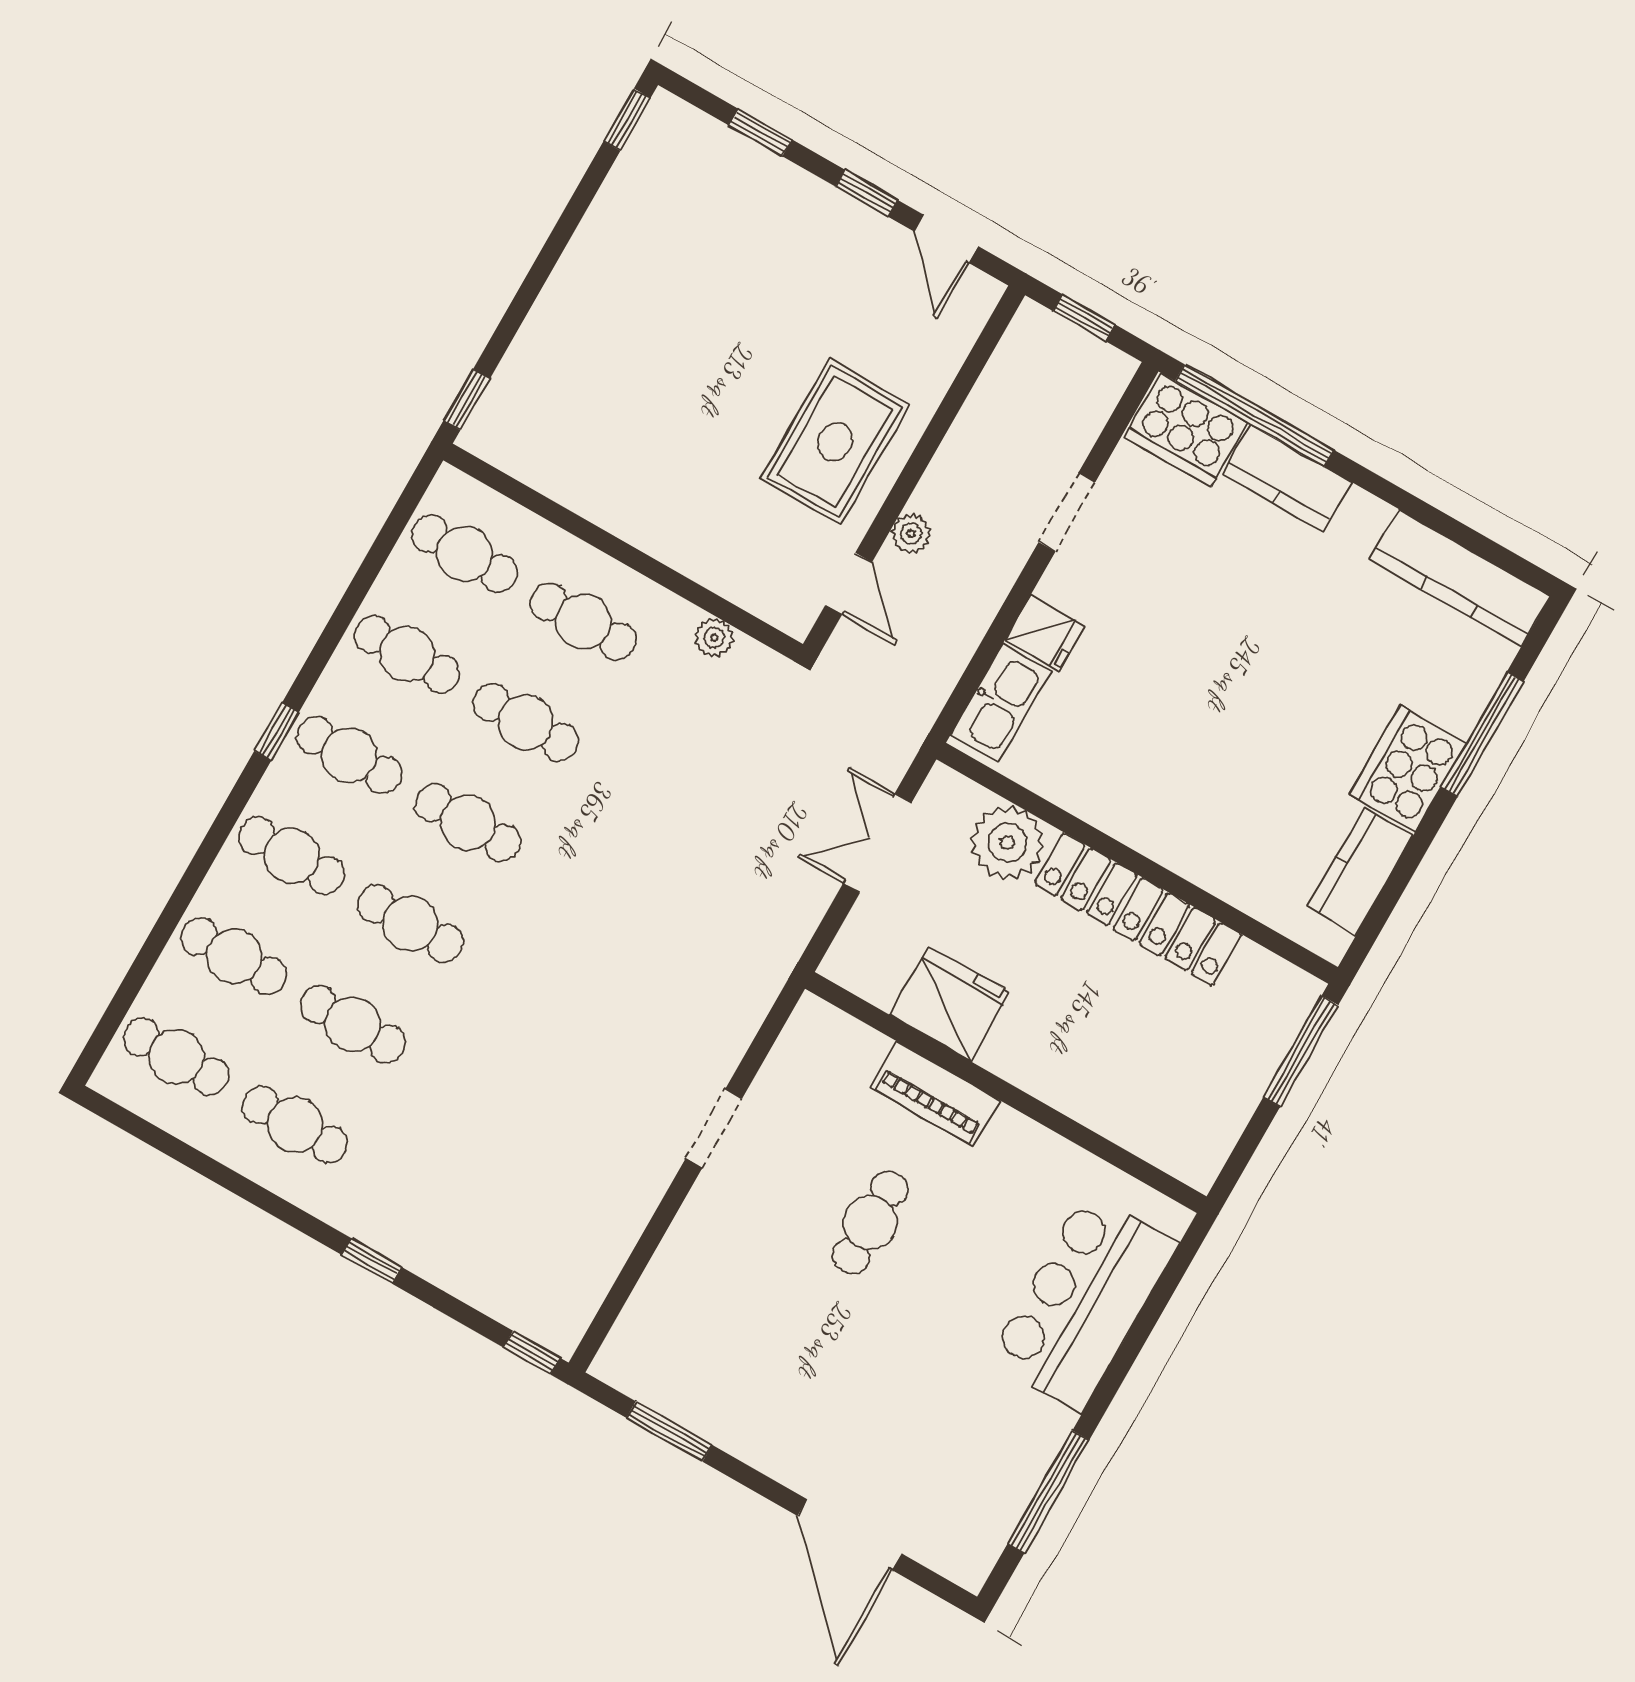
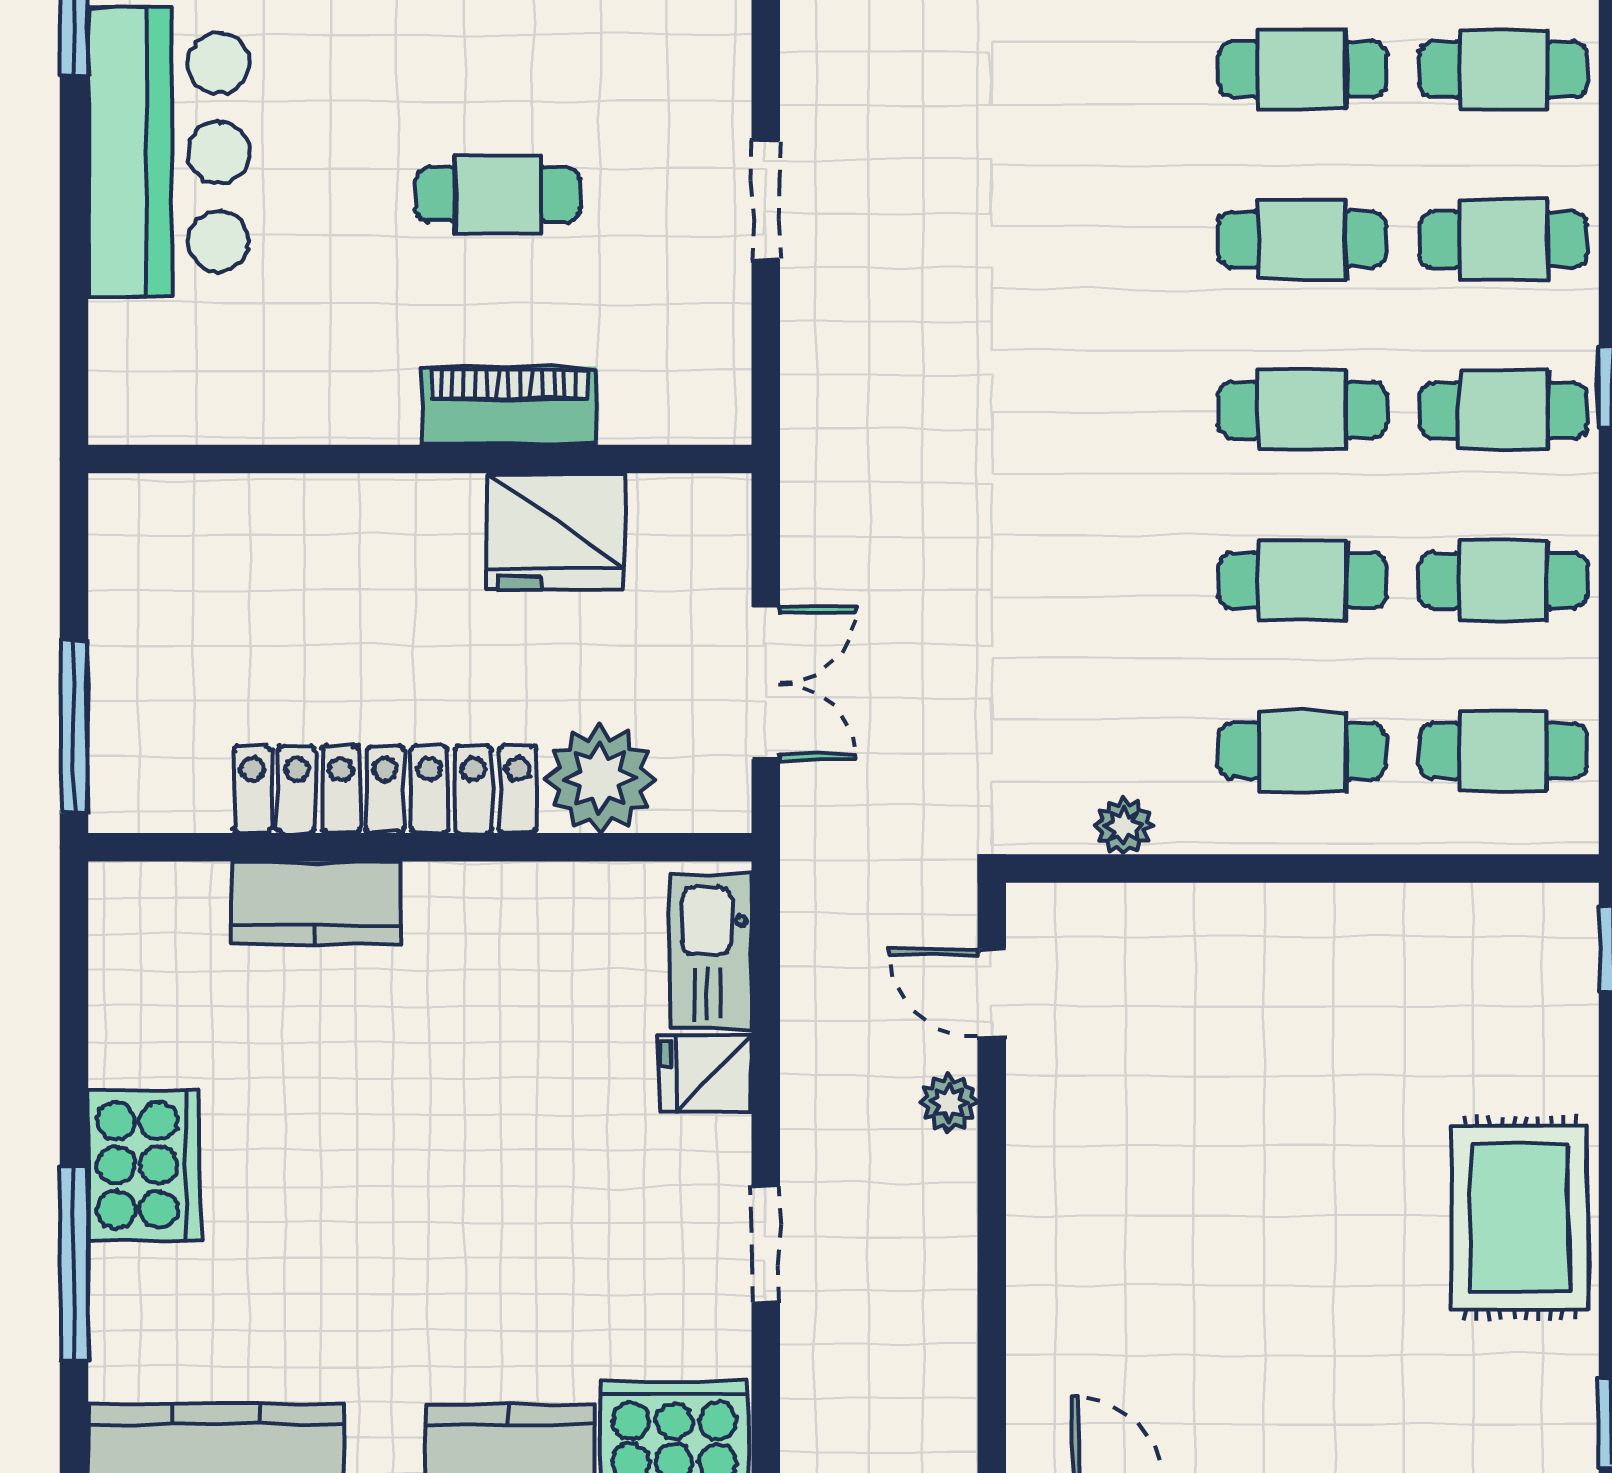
rug: (835, 442) -> (1520, 1218), moved
kitchen counter: (1360, 871) -> (316, 903), moved, turned 90
cafe table: (870, 1222) -> (498, 194), turned 90
bar counter: (1083, 1302) -> (169, 152), moved

